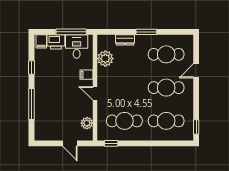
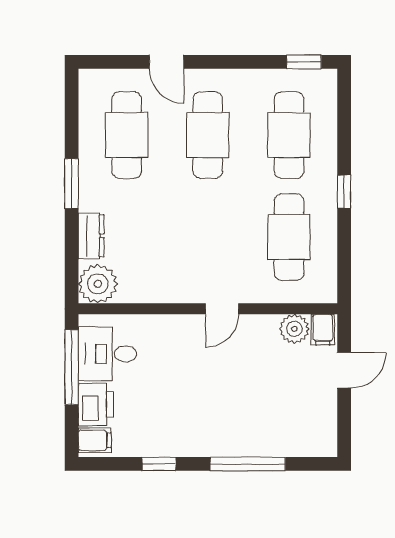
plant: (105, 59) -> (98, 284), moved
filing cabinet: (87, 75) -> (323, 330), moved
window: (111, 143) -> (344, 192), moved

